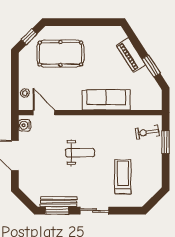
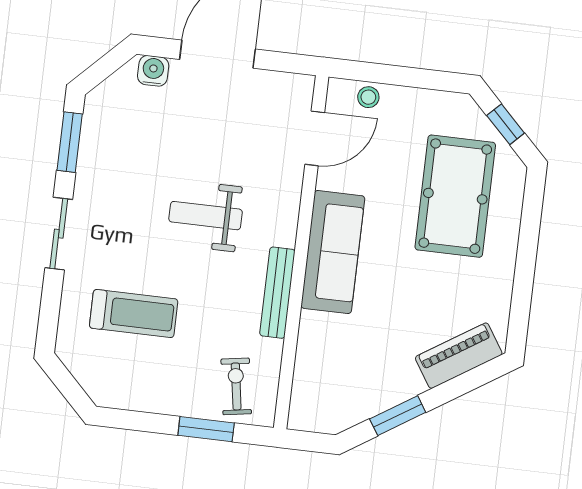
piano: (131, 55) -> (459, 356), moved
sofa: (106, 100) -> (333, 252), moved
water cooler: (25, 125) -> (153, 71), moved
weight bench: (80, 153) -> (206, 216), turned 90
bench: (59, 202) -> (277, 293), moved

